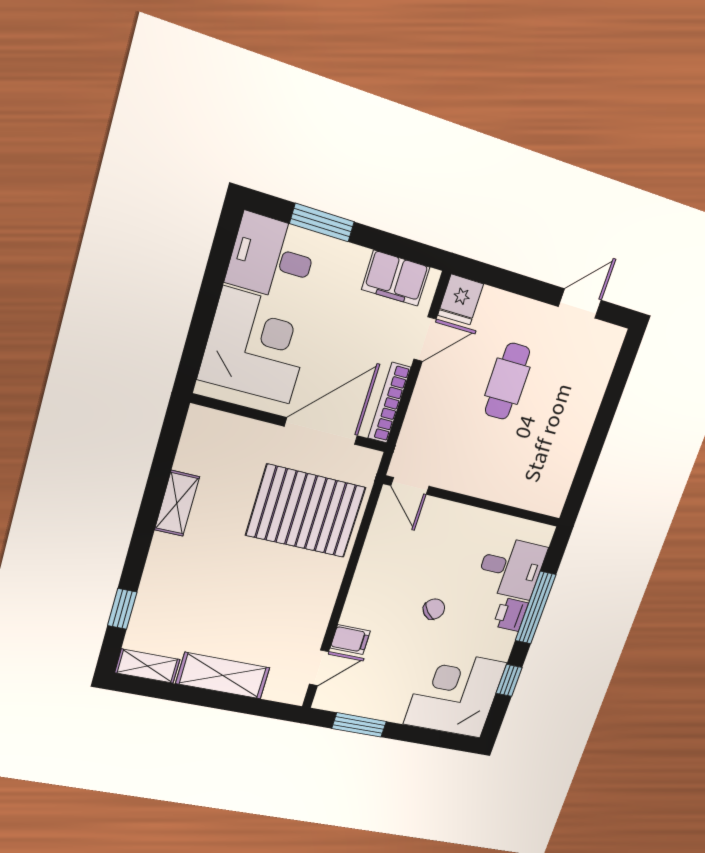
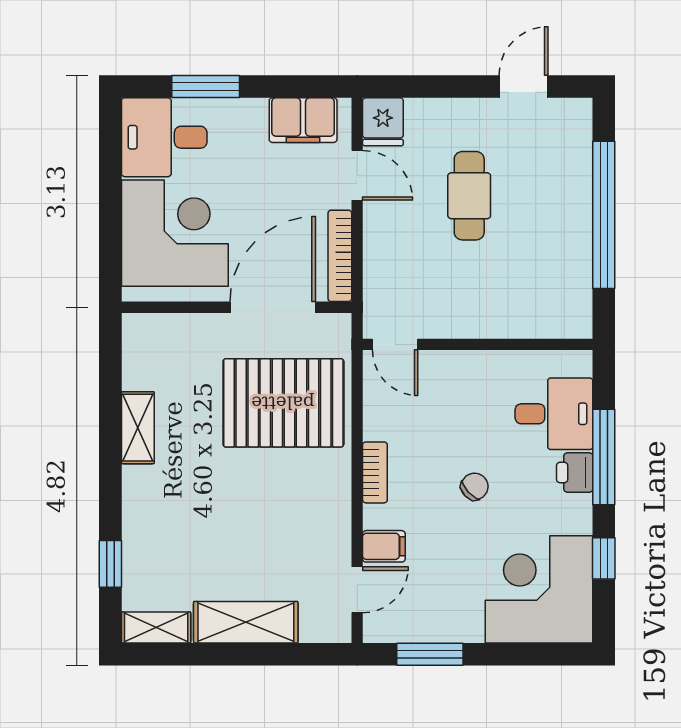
door: (425, 339) -> (357, 175), hinge flipped
window: (602, 425) -> (604, 215), added
bookcase: (362, 582) -> (375, 472), added

